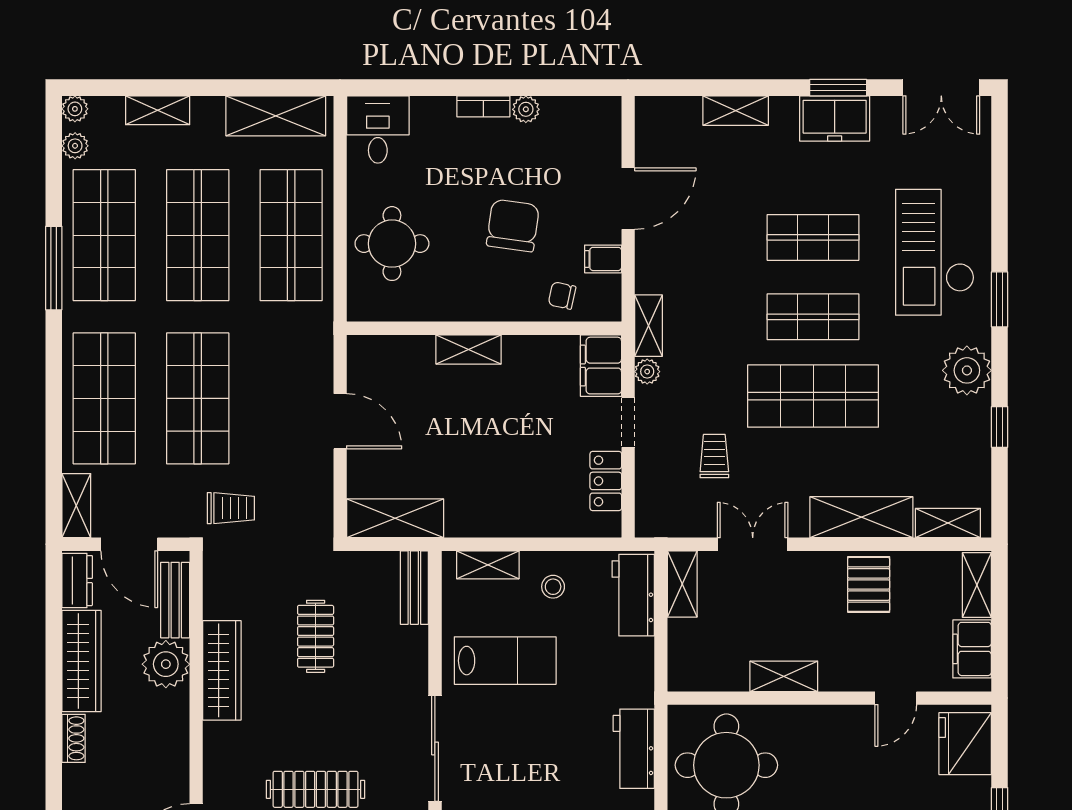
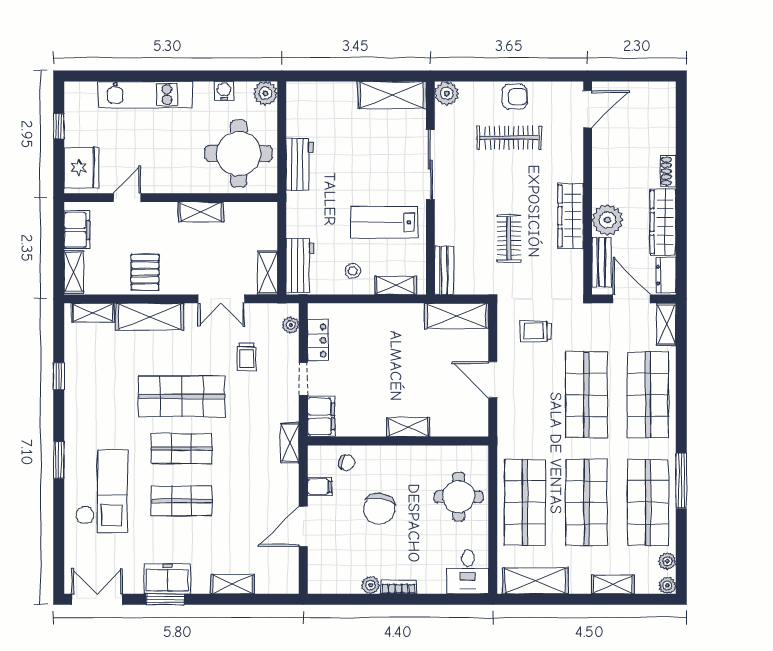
plant: (967, 370) -> (80, 413), removed
plant: (647, 372) -> (291, 325), moved
trolley: (231, 508) -> (536, 331), moved

